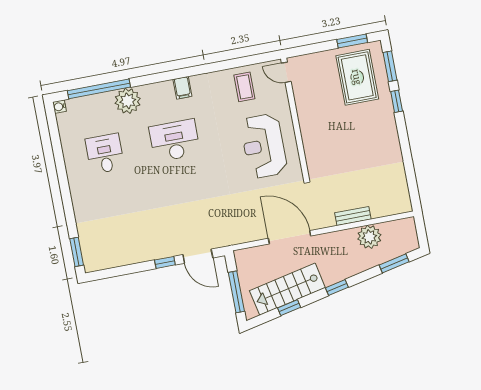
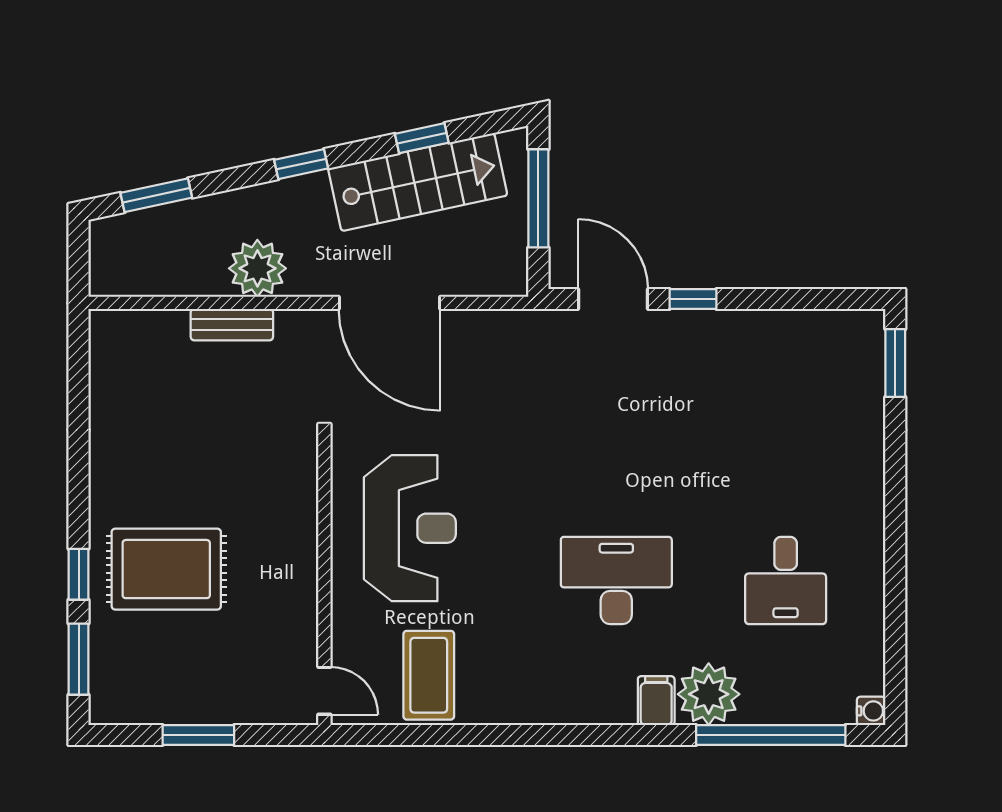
window: (352, 41) -> (198, 735), moved
rug: (357, 77) -> (166, 569), moved, turned 90
coffee table: (244, 87) -> (429, 675), width x1.36, depth x1.30
filing cabinet: (182, 88) -> (656, 701), moved
desk: (175, 141) -> (616, 580), turned 180
plant: (369, 237) -> (257, 268), moved

